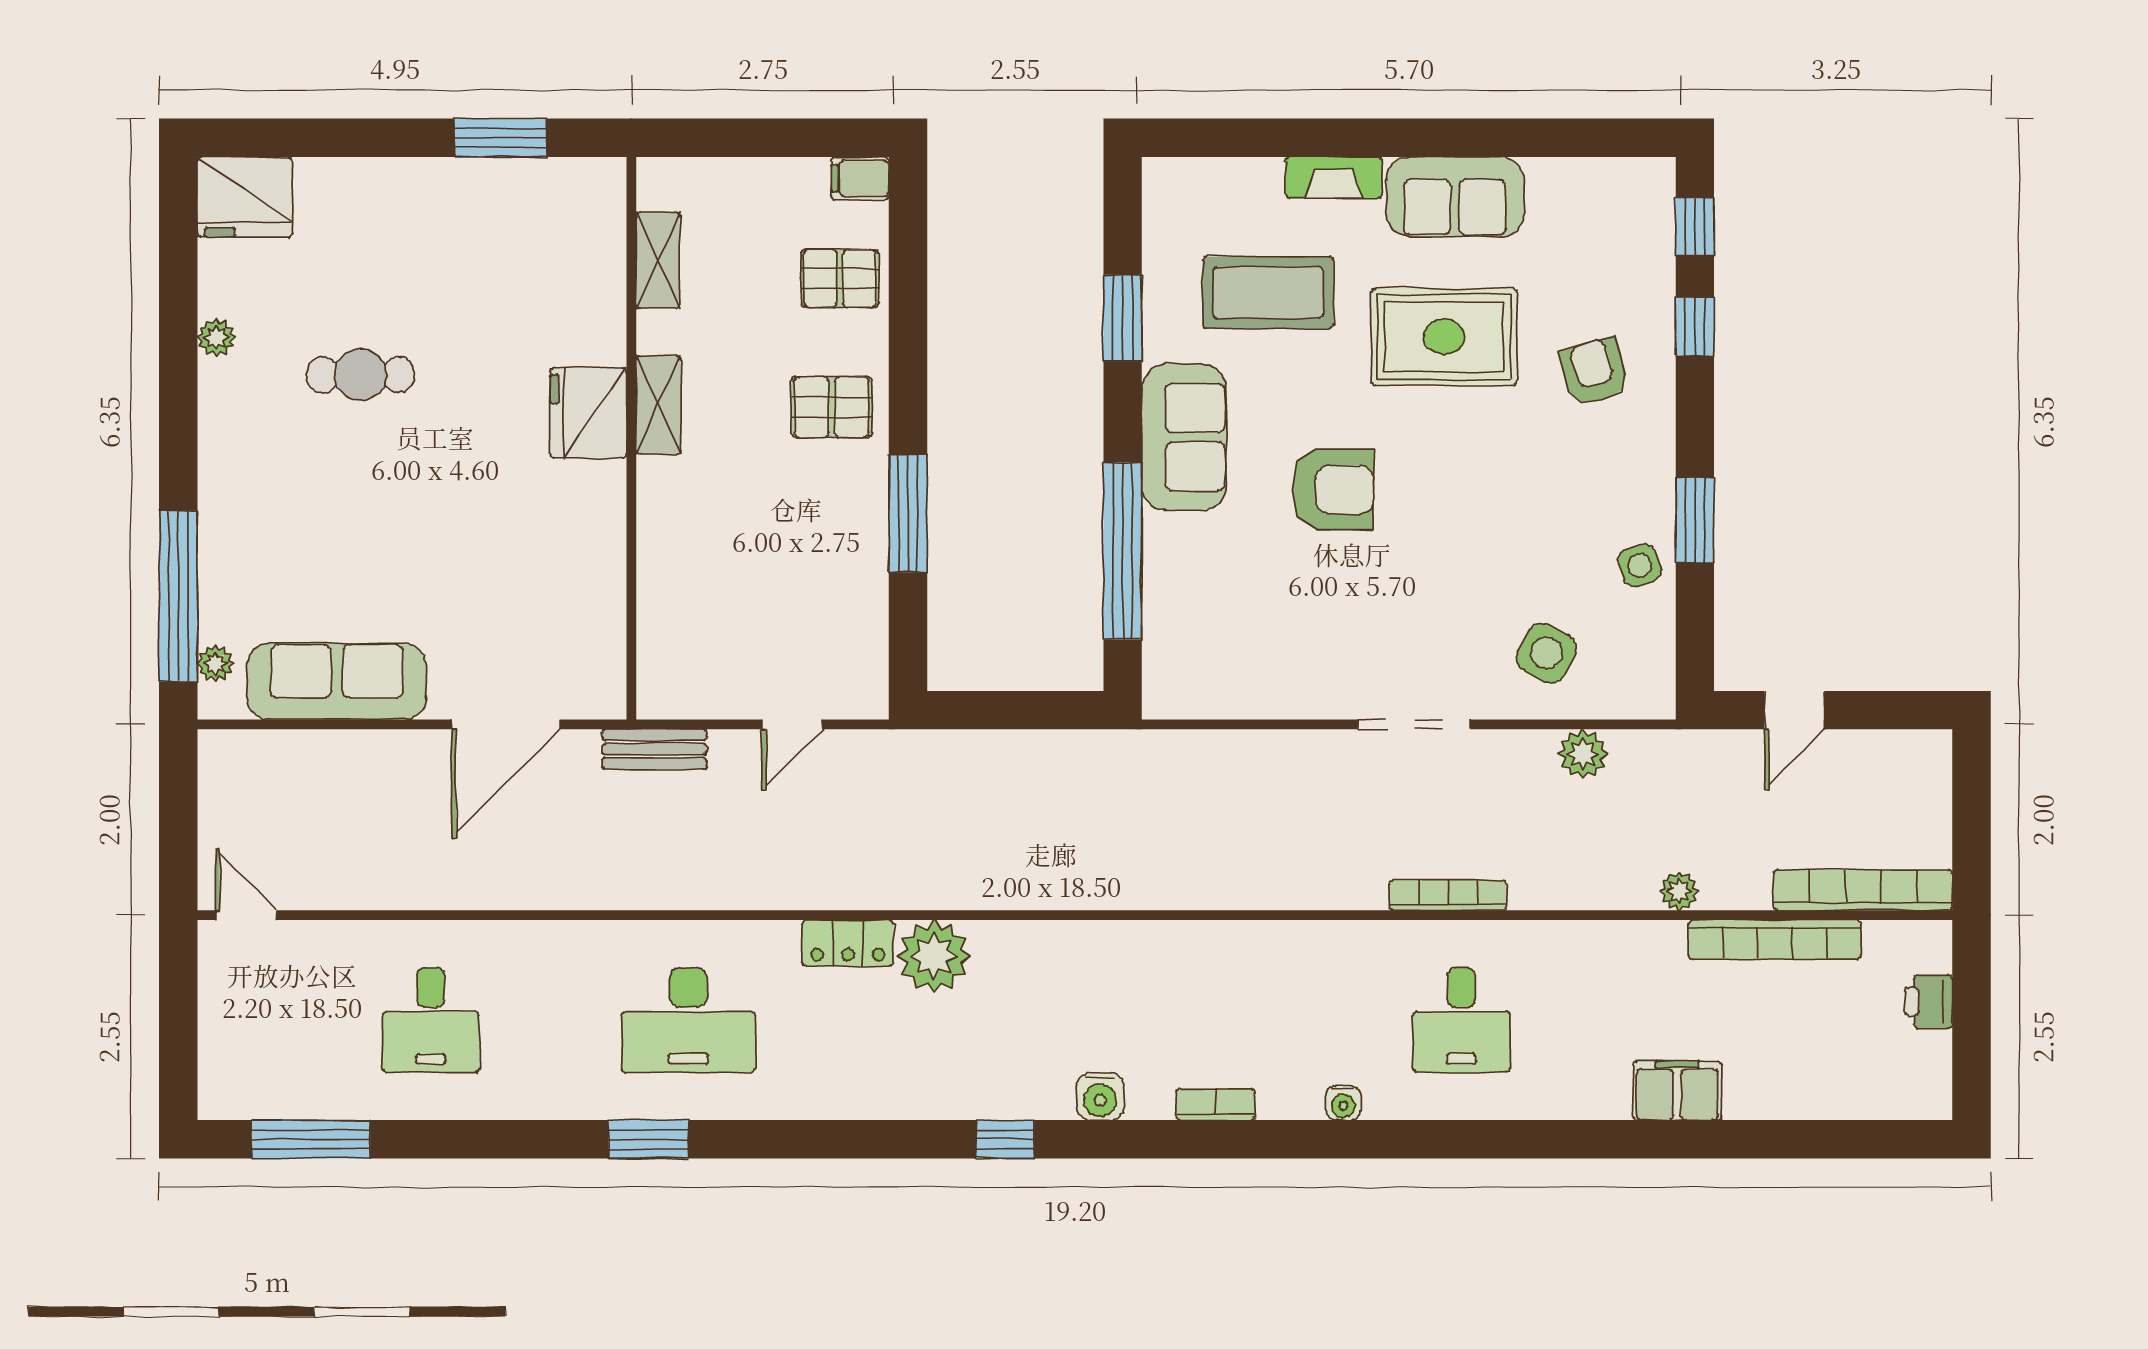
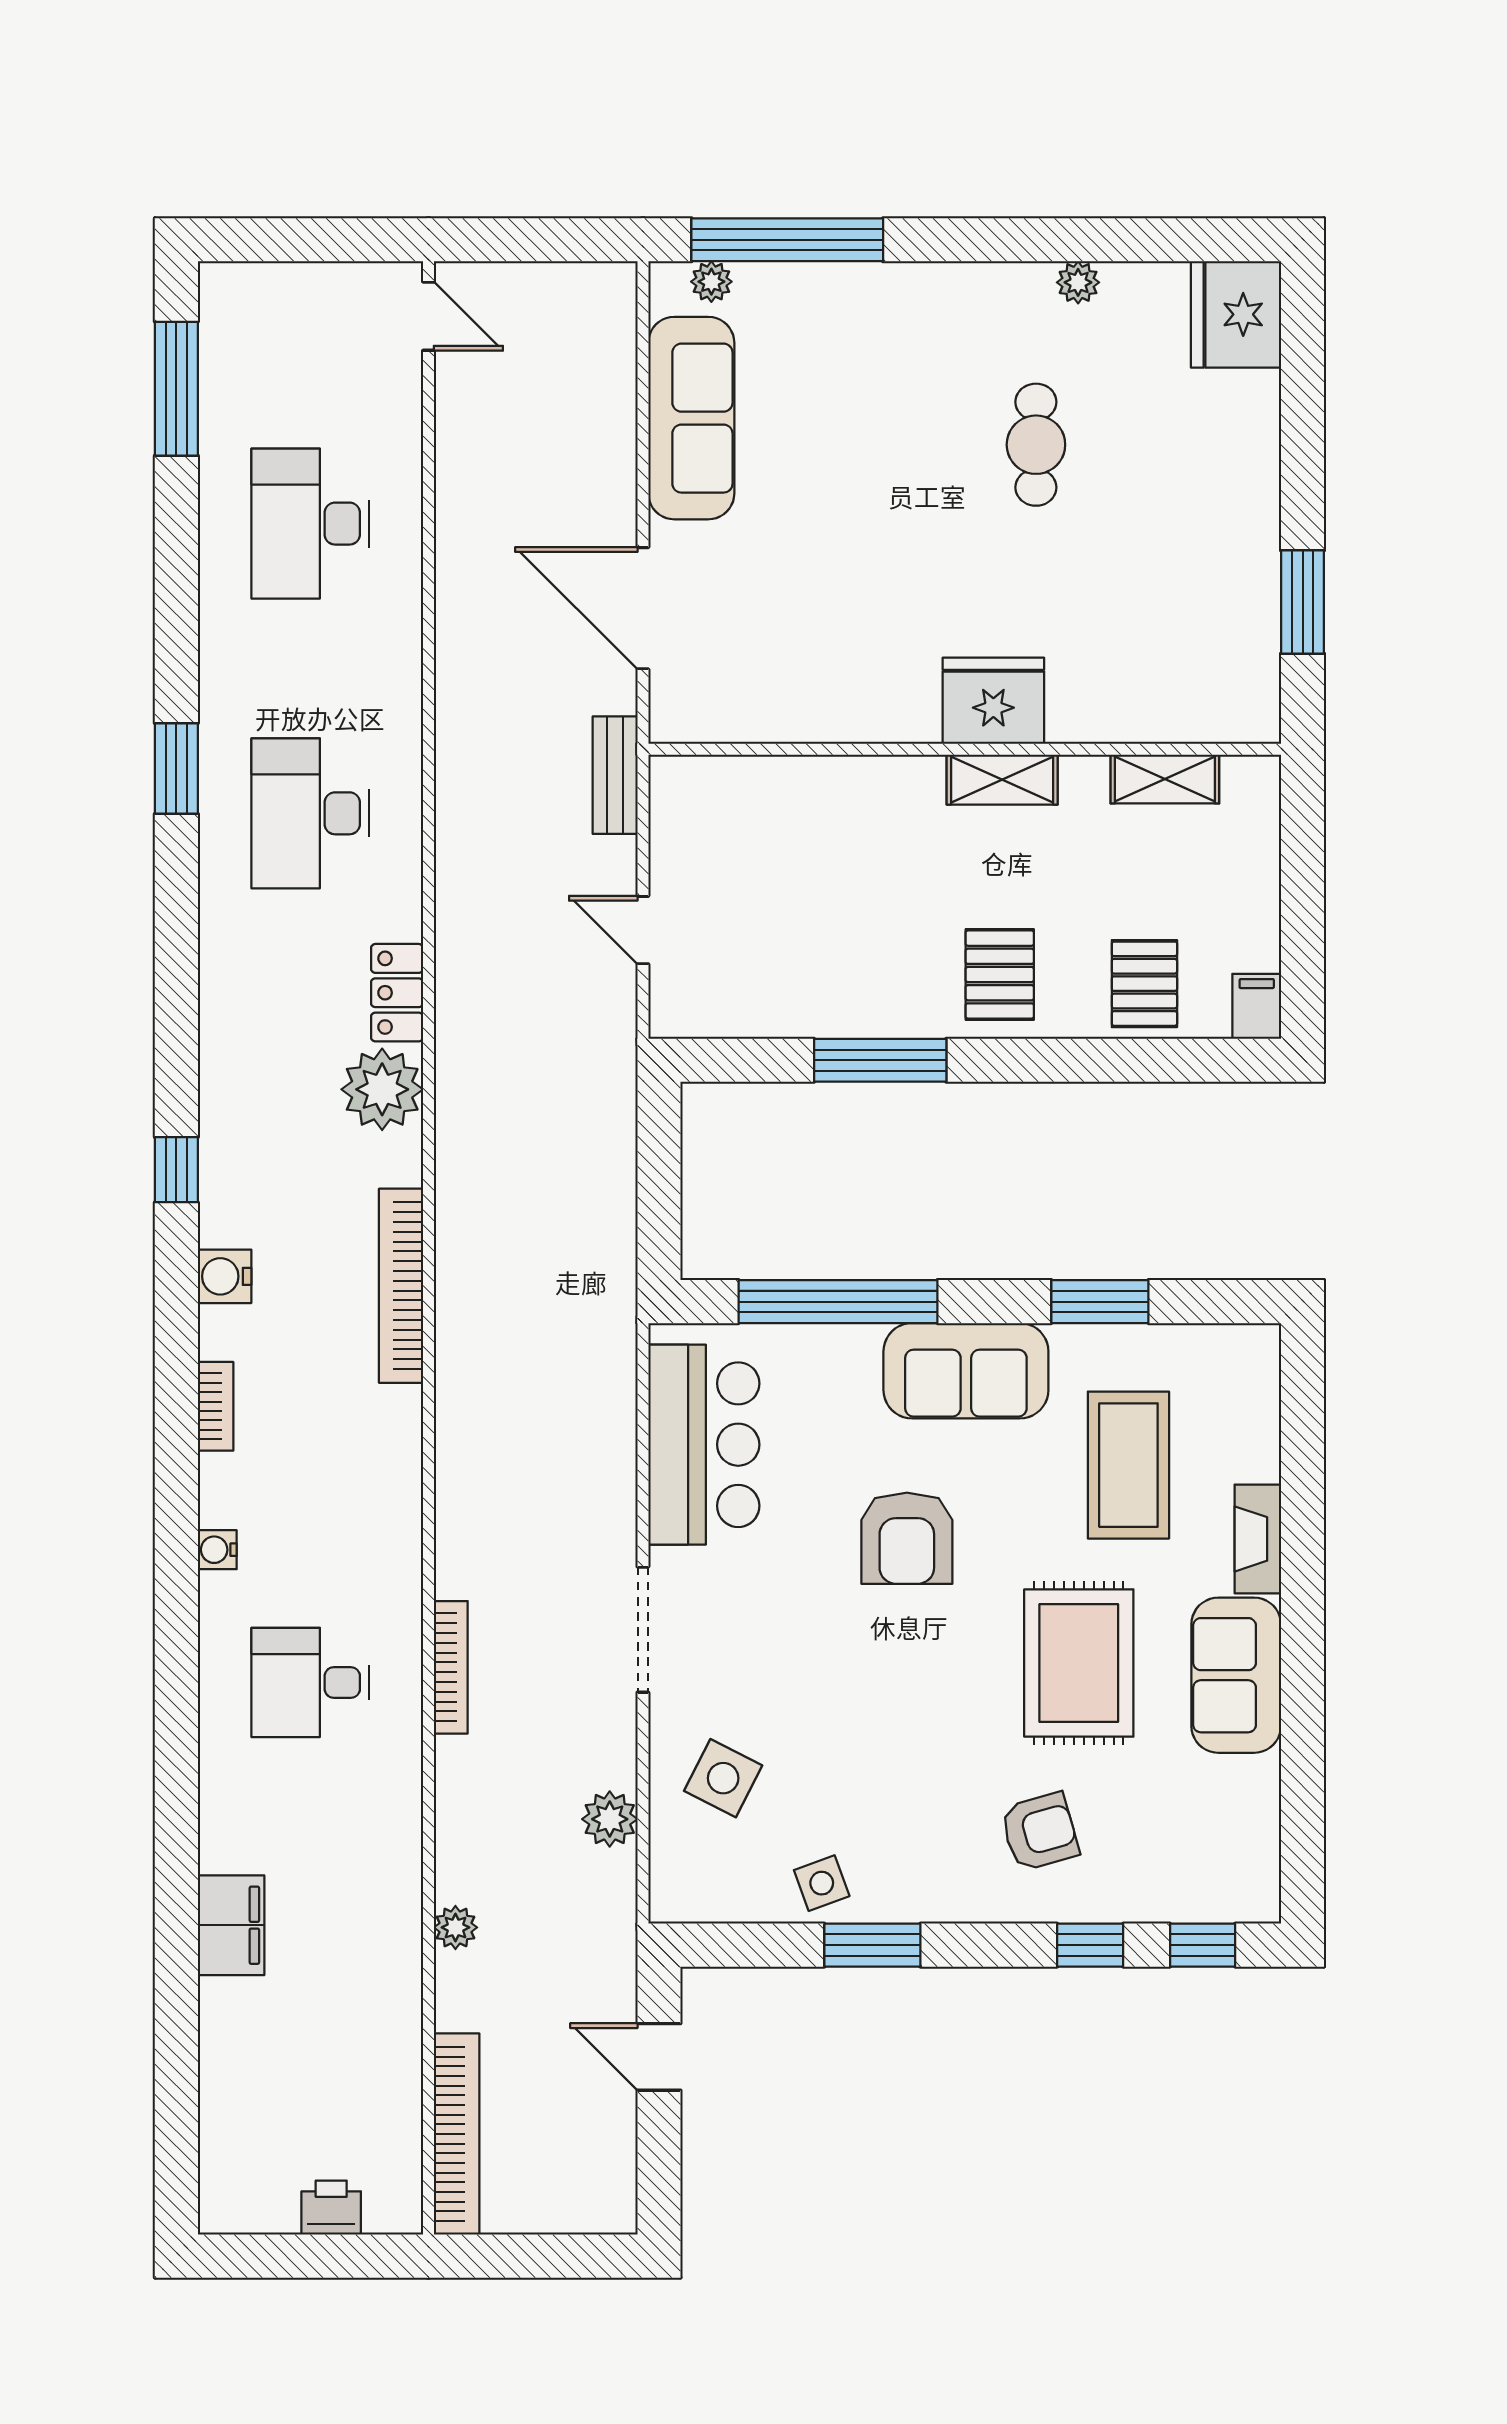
bar counter: (1250, 670) -> (704, 1445), added
door: (246, 915) -> (428, 316), hinge flipped
bookcase: (1775, 940) -> (401, 1286), moved
desk: (431, 1020) -> (310, 524), width x1.37

